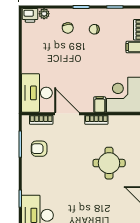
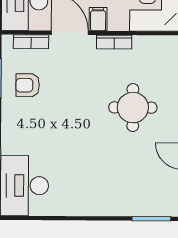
filing cabinet: (100, 105) -> (98, 19), moved

